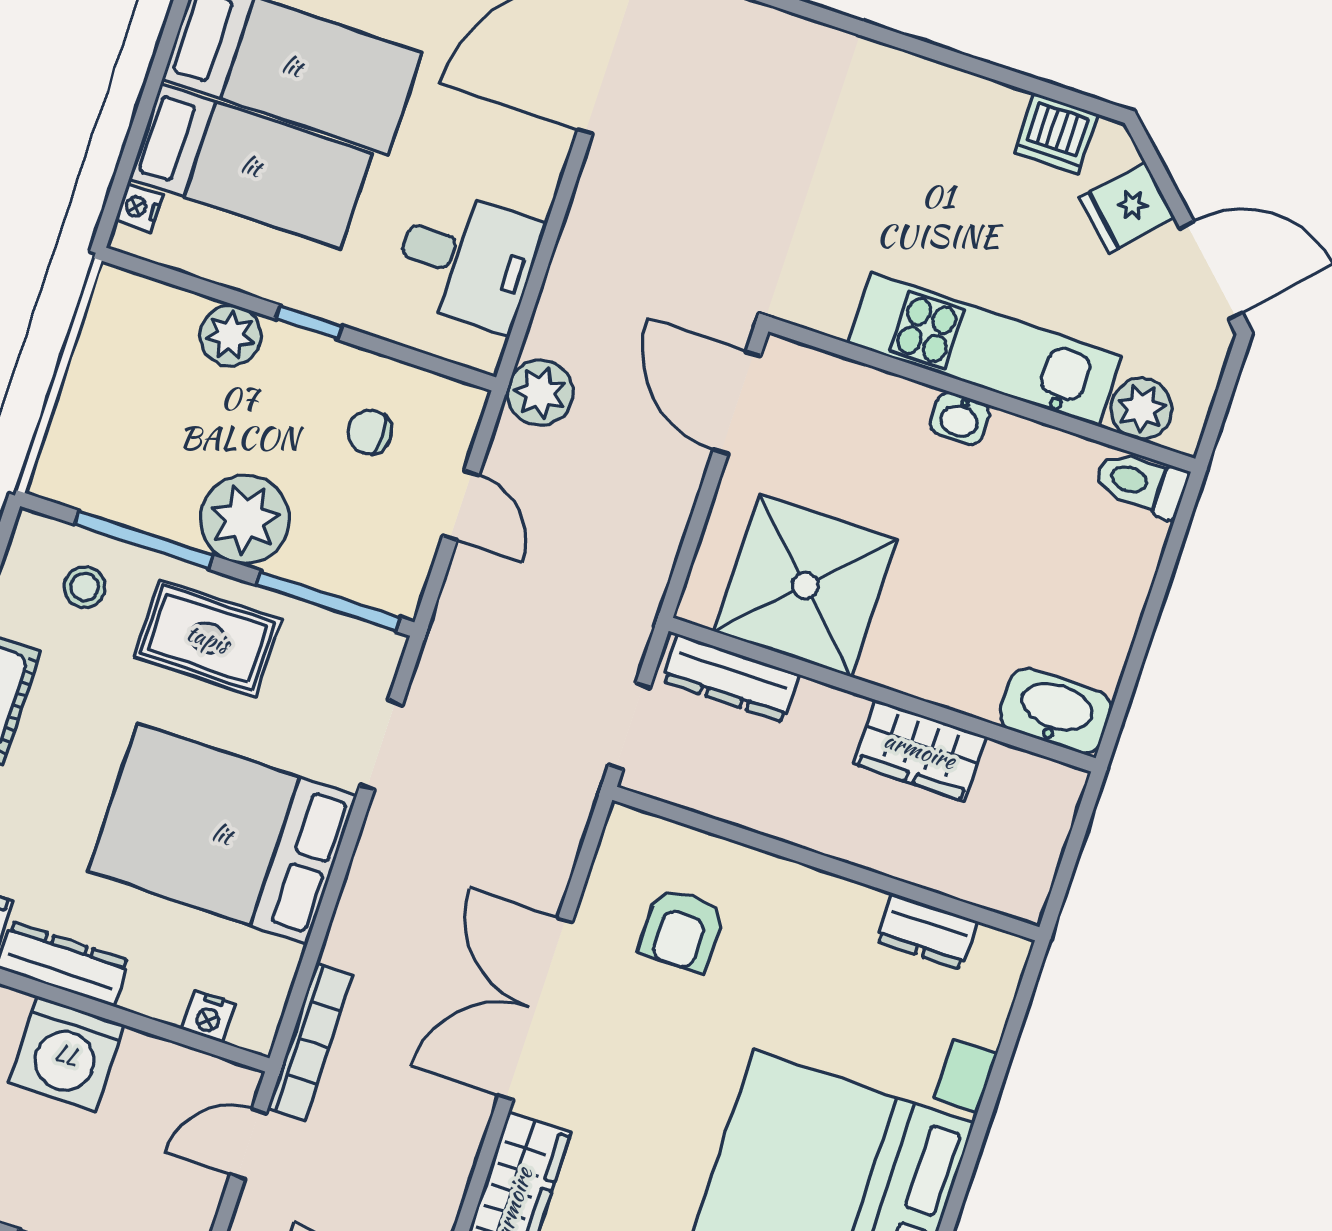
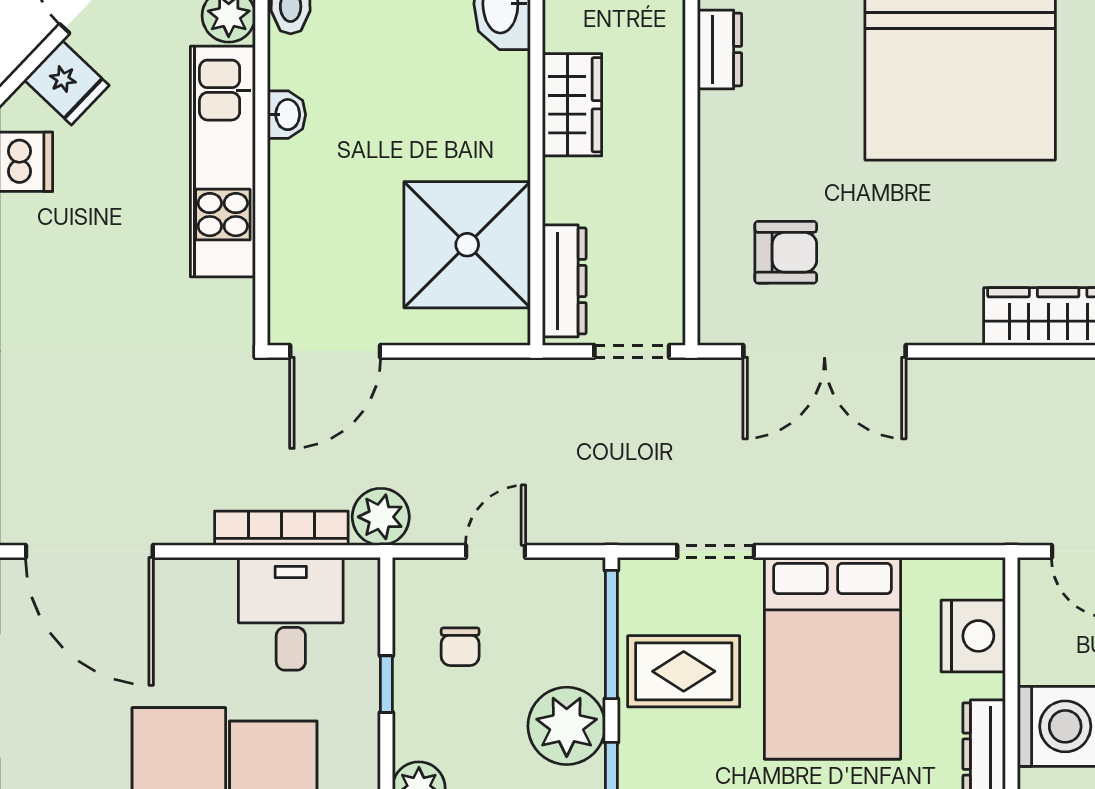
window: (309, 322) -> (386, 684), moved
washbasin: (960, 418) -> (287, 115), moved
rug: (208, 638) -> (684, 671), moved, turned 90
double door: (535, 1009) -> (825, 351), moved
nightstand: (209, 1017) -> (973, 636), width x1.89, depth x1.79
bookcase: (310, 1042) -> (281, 528), moved

